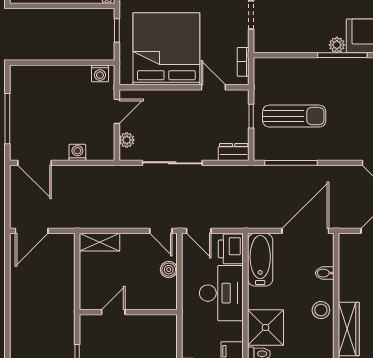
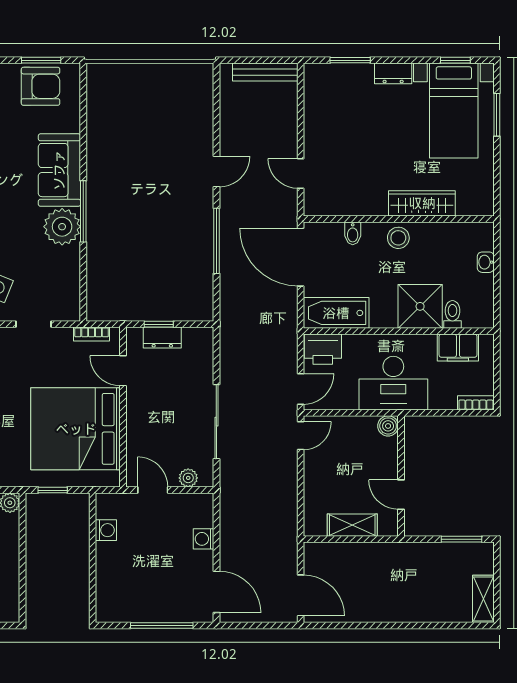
plant: (337, 45) -> (62, 227), width x1.87, depth x1.87
washing machine: (100, 73) -> (106, 530), moved
door: (213, 87) -> (123, 371), hinge flipped
sun lounger: (294, 116) -> (159, 271), removed
dresser: (234, 152) -> (162, 338), moved, turned -90
door: (35, 163) -> (216, 592), hinge flipped
window: (291, 163) -> (216, 241), moved
shelving: (100, 242) -> (352, 525), moved, turned 90
boiler: (169, 270) -> (388, 426), moved
desk: (221, 293) -> (393, 383), moved, turned 180

